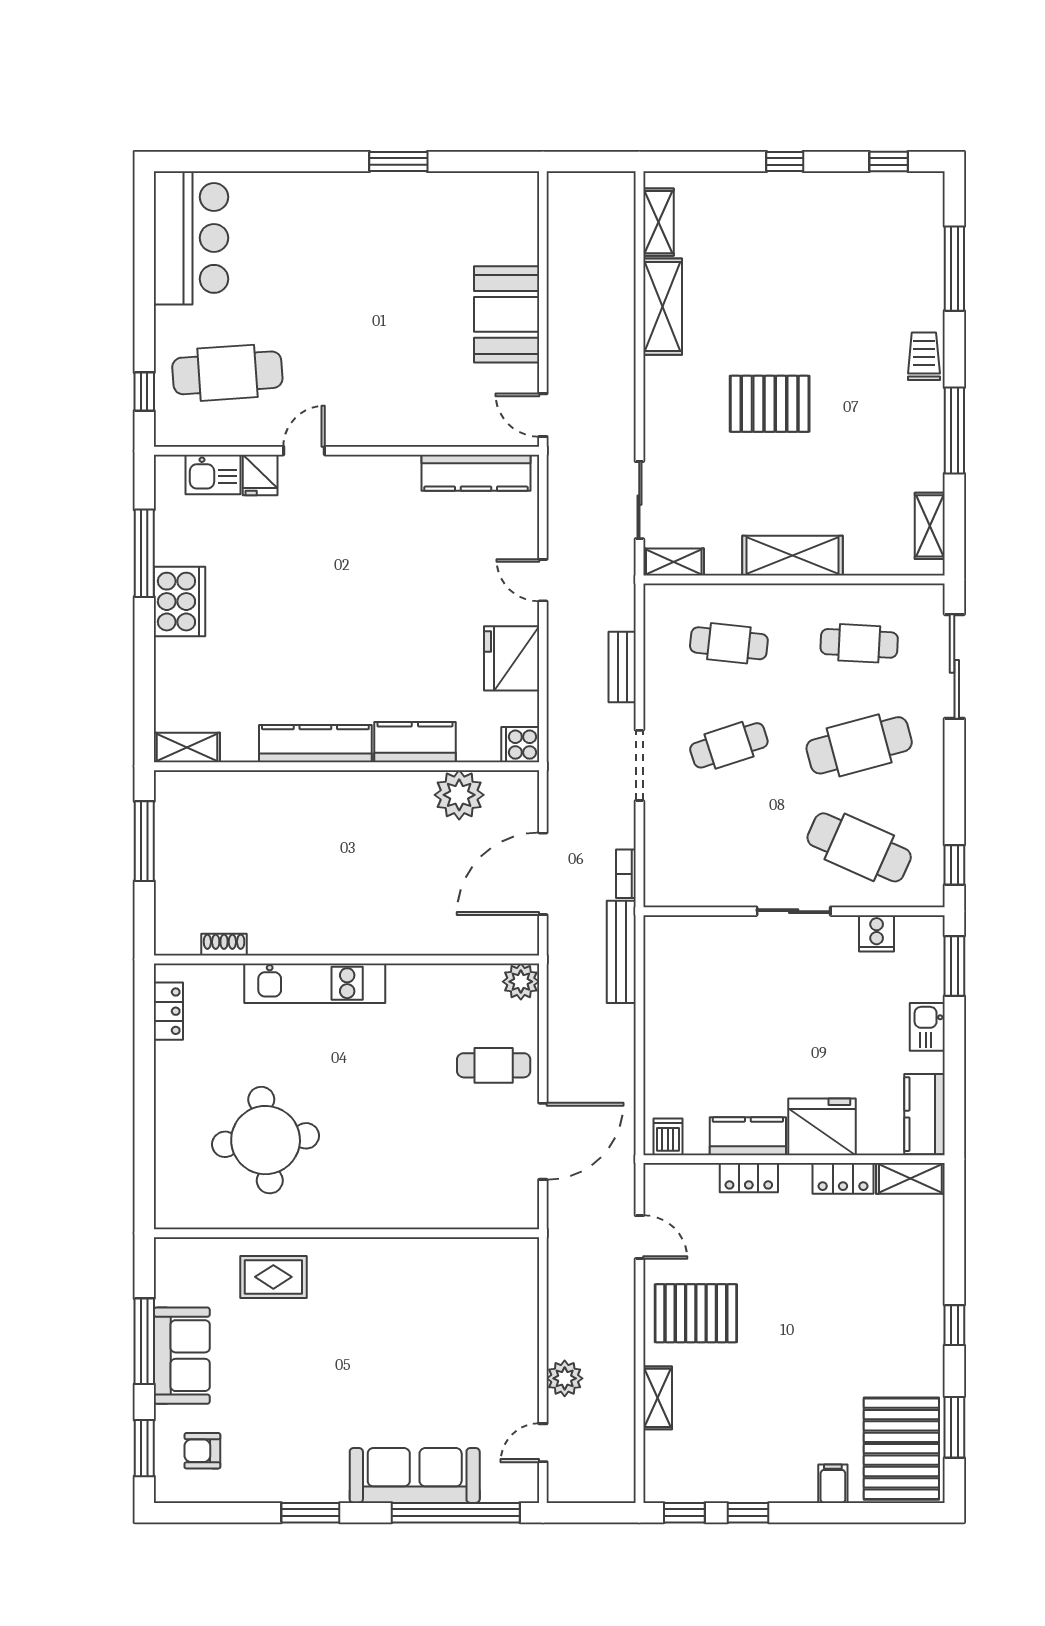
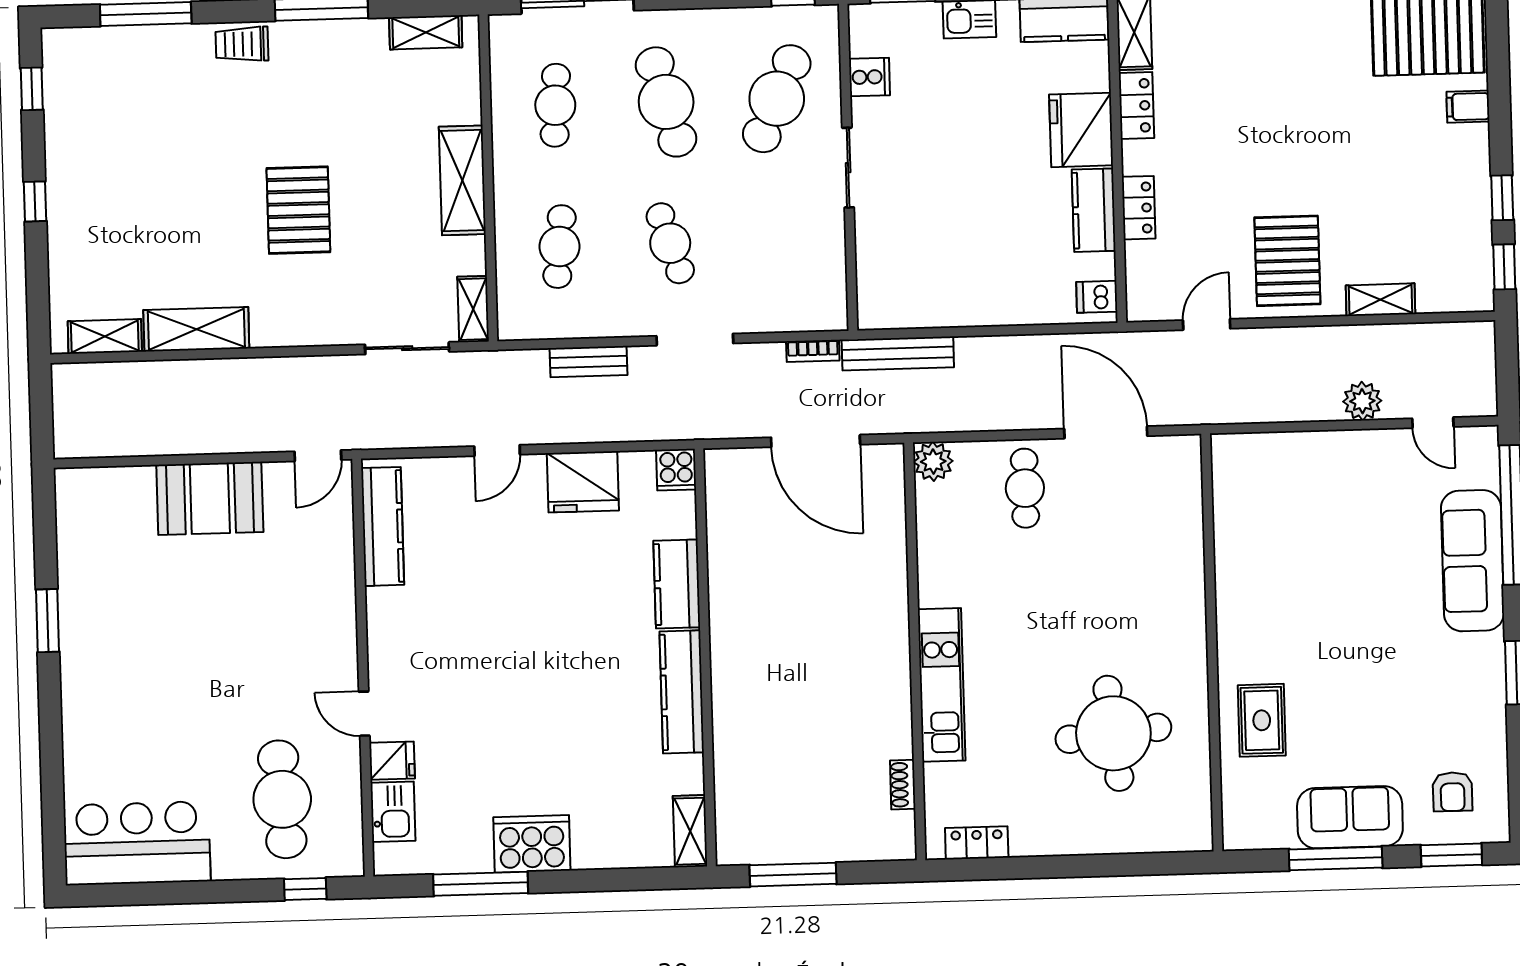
plant: (459, 795) -> (733, 534), removed

